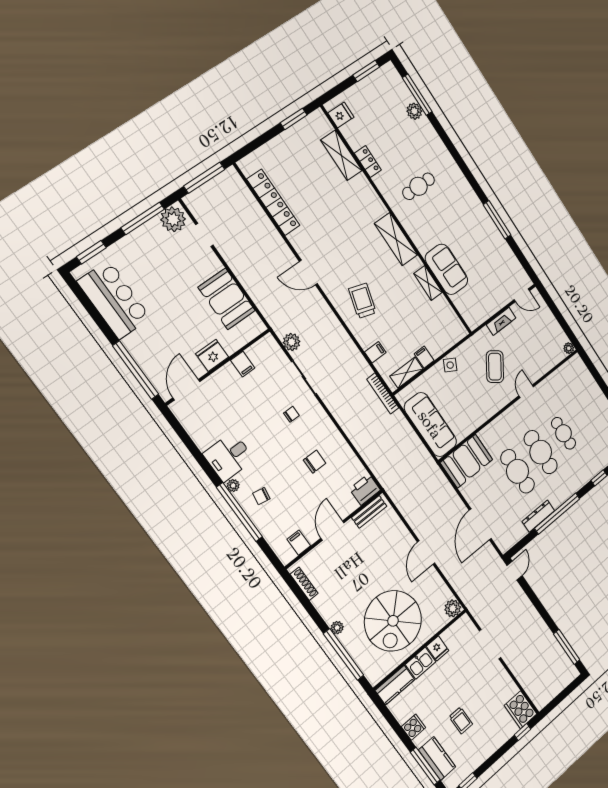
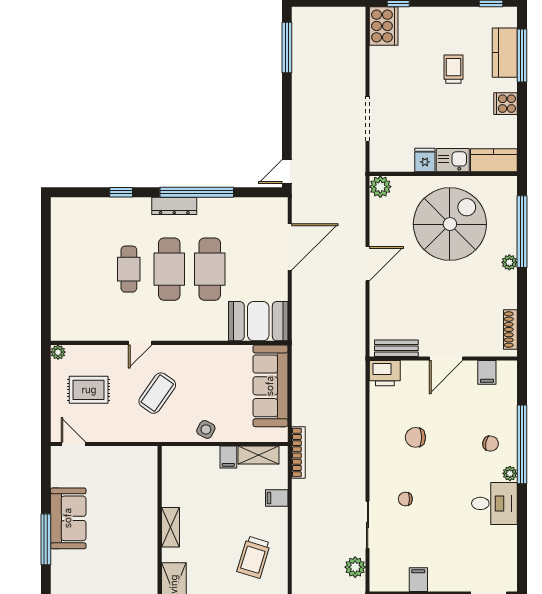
sofa: (446, 269) -> (68, 518), moved, turned 180
fireplace: (501, 321) -> (117, 434), removed
rug: (536, 337) -> (89, 390), added
dresser: (538, 516) -> (174, 206), moved

